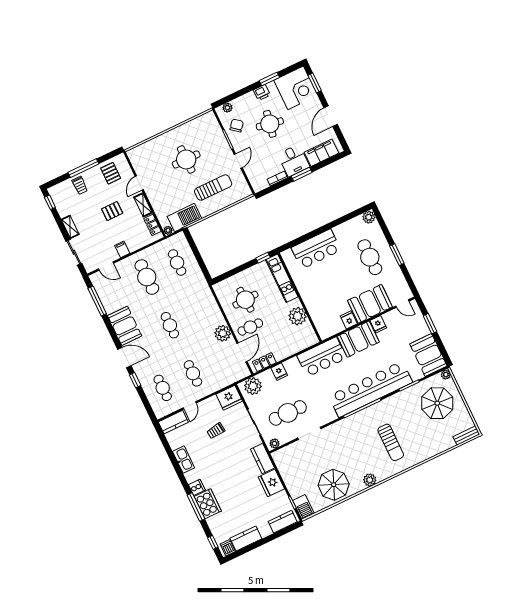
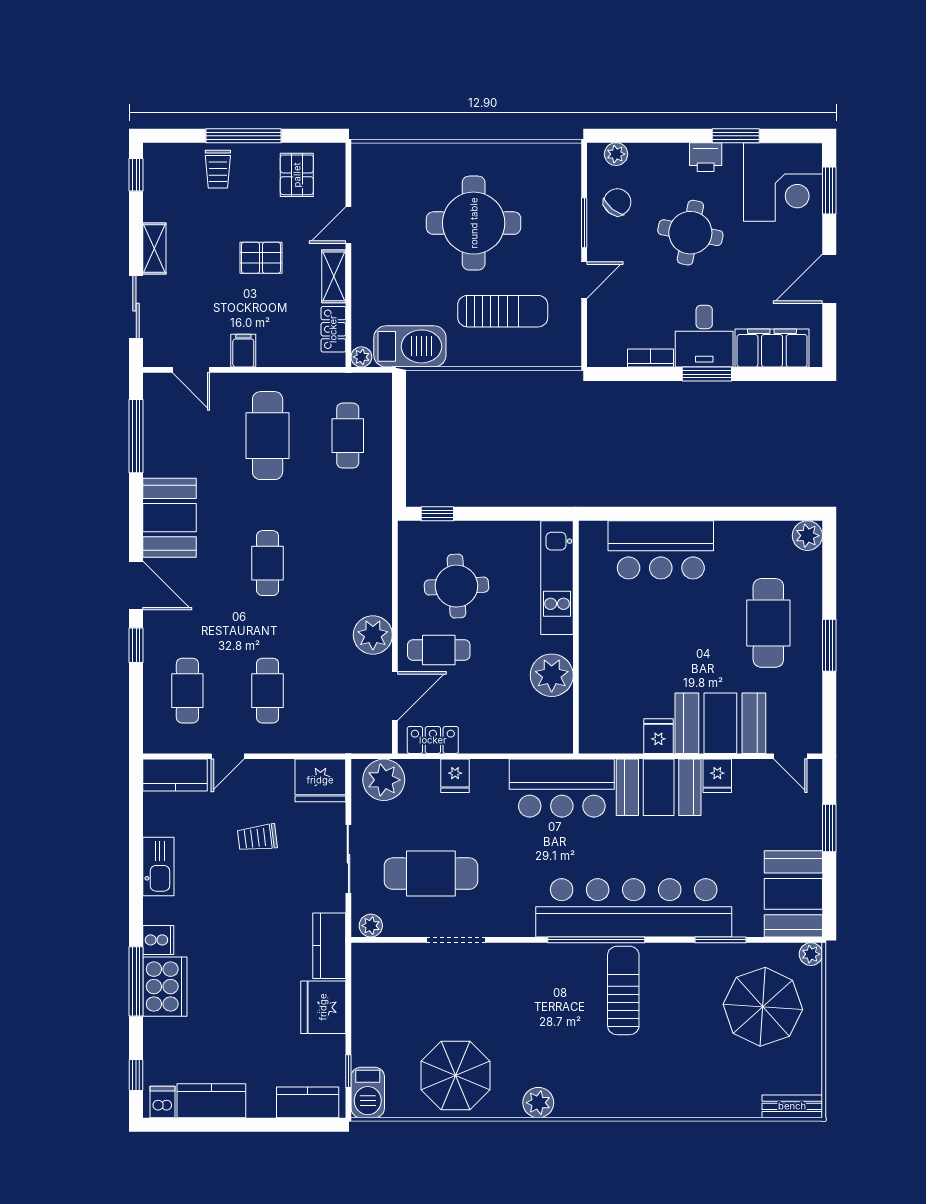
round table: (186, 159) -> (474, 223), width x1.36, depth x1.36
window: (263, 258) -> (437, 514), moved
sun lounger: (391, 442) -> (623, 990), moved, turned 180

